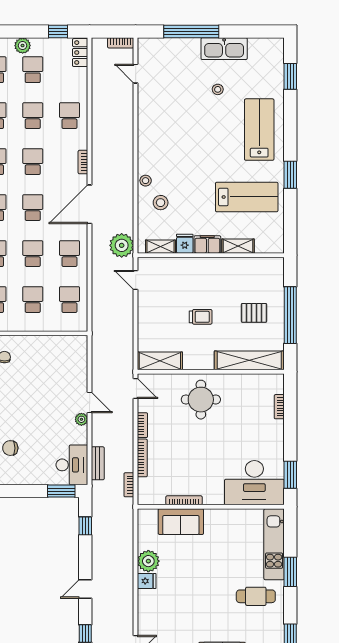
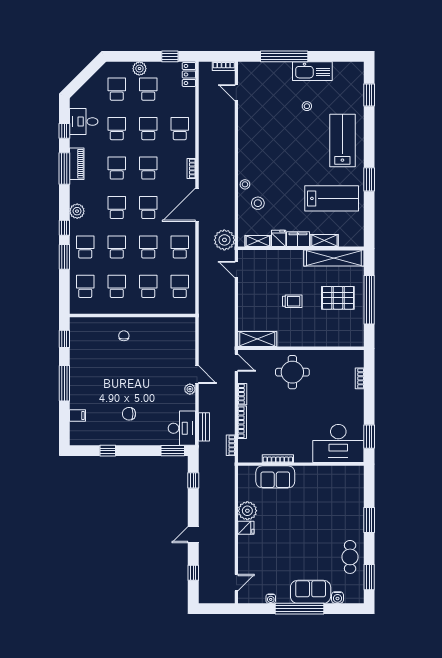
pallet: (254, 313) -> (338, 298), width x1.50, depth x1.42
shelving: (249, 360) -> (334, 258), moved
kitchen unit: (274, 544) -> (355, 496), removed
cafe table: (256, 596) -> (350, 557), moved, turned 90

